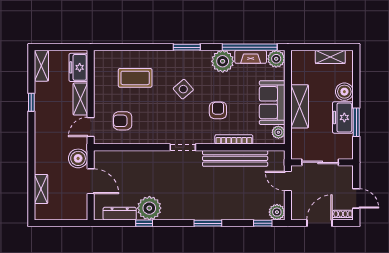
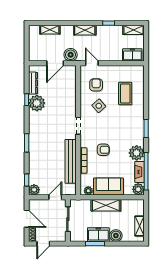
side table: (183, 89) -> (99, 106), moved
shelving: (80, 99) -> (85, 30), moved

